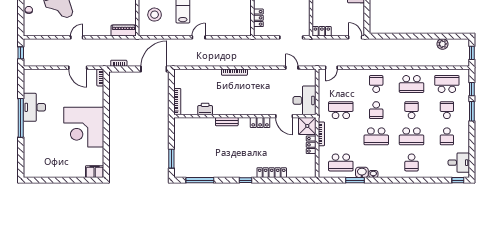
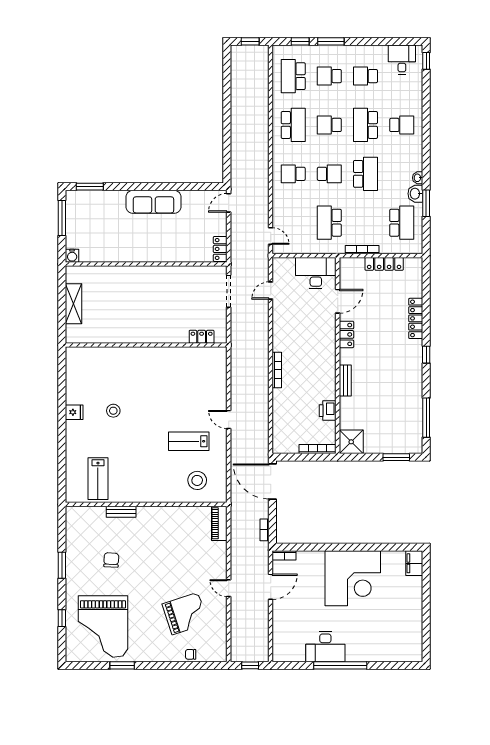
plant: (442, 44) -> (238, 82), removed
shower: (307, 126) -> (351, 442), moved
school desk: (412, 136) -> (365, 125), turned 180
school desk: (447, 136) -> (365, 76), turned 180
locker: (311, 145) -> (384, 264), width x1.53

